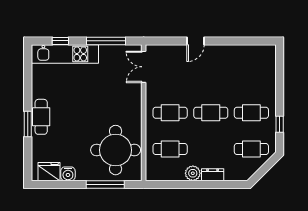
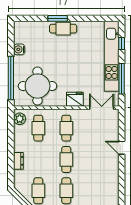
kitchen unit: (65, 54) -> (112, 56), width x1.36
fridge: (49, 172) -> (75, 99), moved, turned -90
plant: (193, 173) -> (20, 119), moved
window: (105, 184) -> (11, 78), width x1.46

